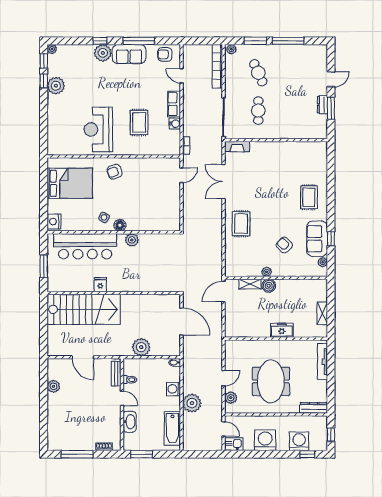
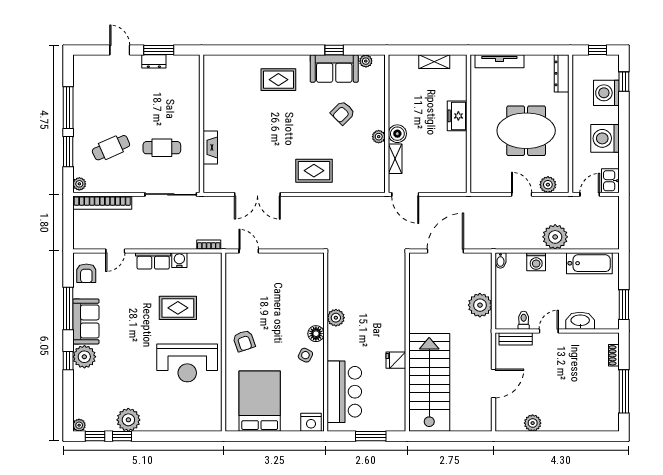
fireplace: (237, 147) -> (210, 147), moved
bar counter: (85, 246) -> (344, 392), width x0.73

